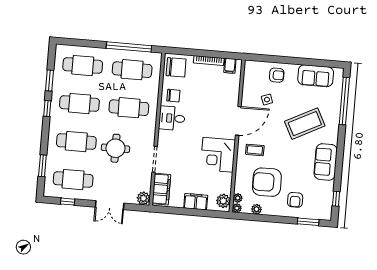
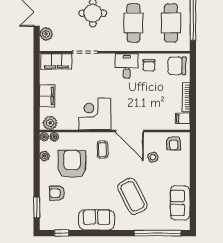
chair: (176, 67) -> (177, 66), turned 90
armchair: (277, 75) -> (174, 143), moved
plant: (143, 198) -> (46, 34), moved

